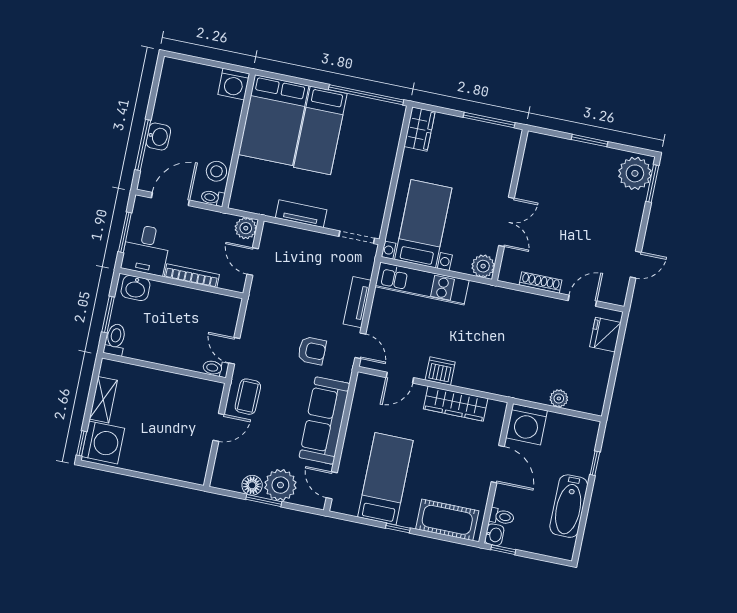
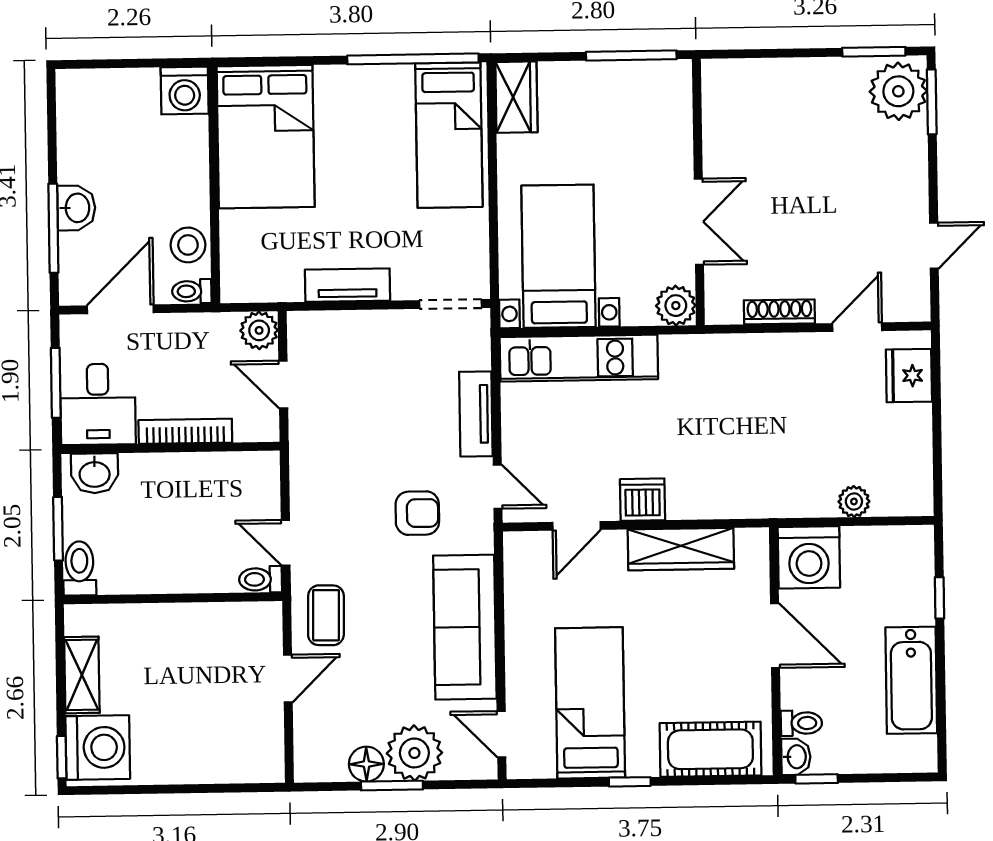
bed: (320, 130) -> (449, 135), moved
window: (590, 141) -> (874, 52), moved

